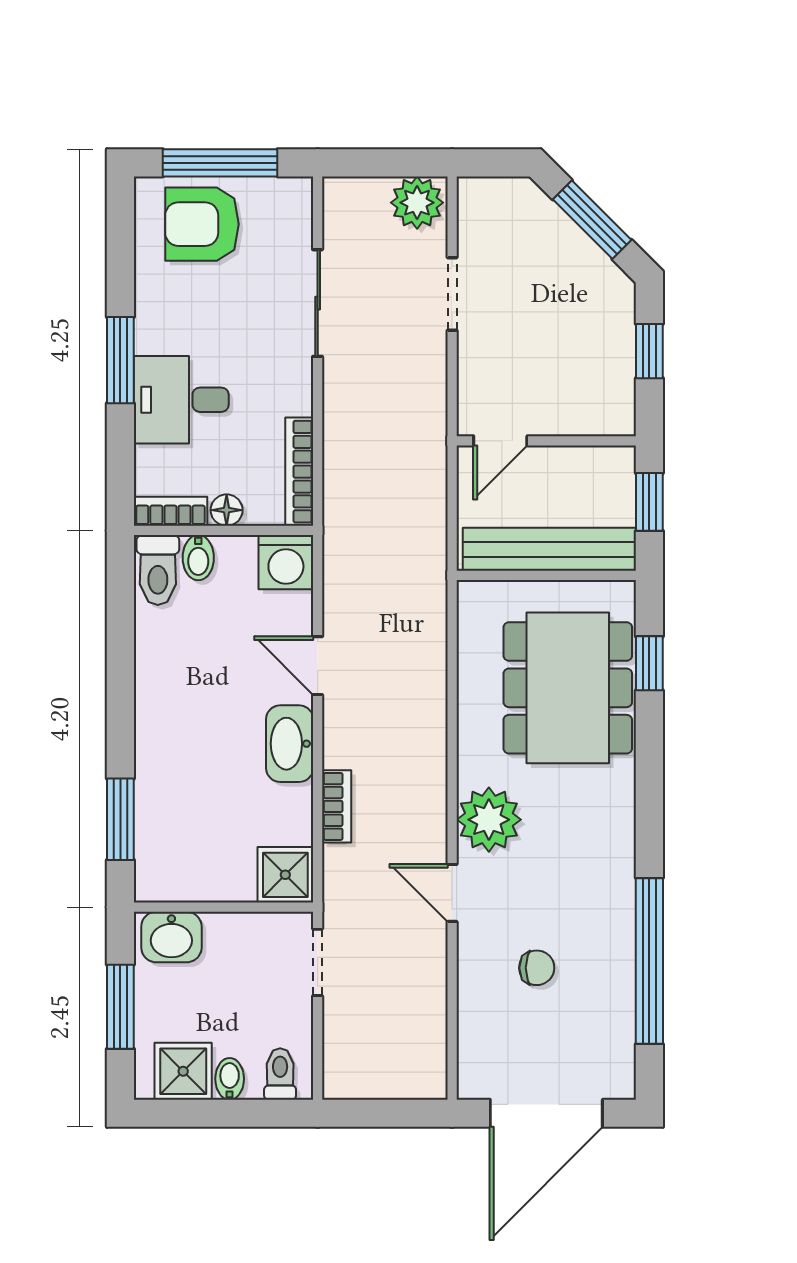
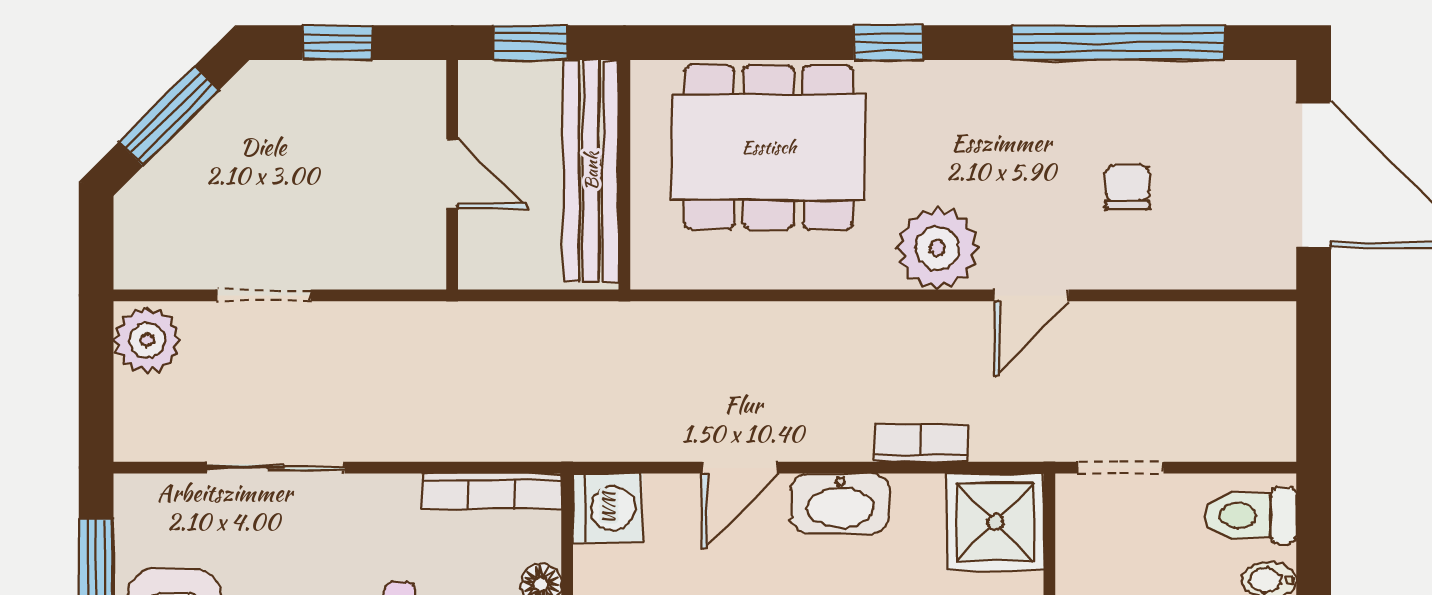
door: (500, 441) -> (452, 174), moved
window: (649, 663) -> (888, 43), moved
shower: (285, 875) -> (995, 522), width x1.36, depth x1.36
toilet: (280, 1074) -> (1251, 516), width x1.37, depth x1.39

